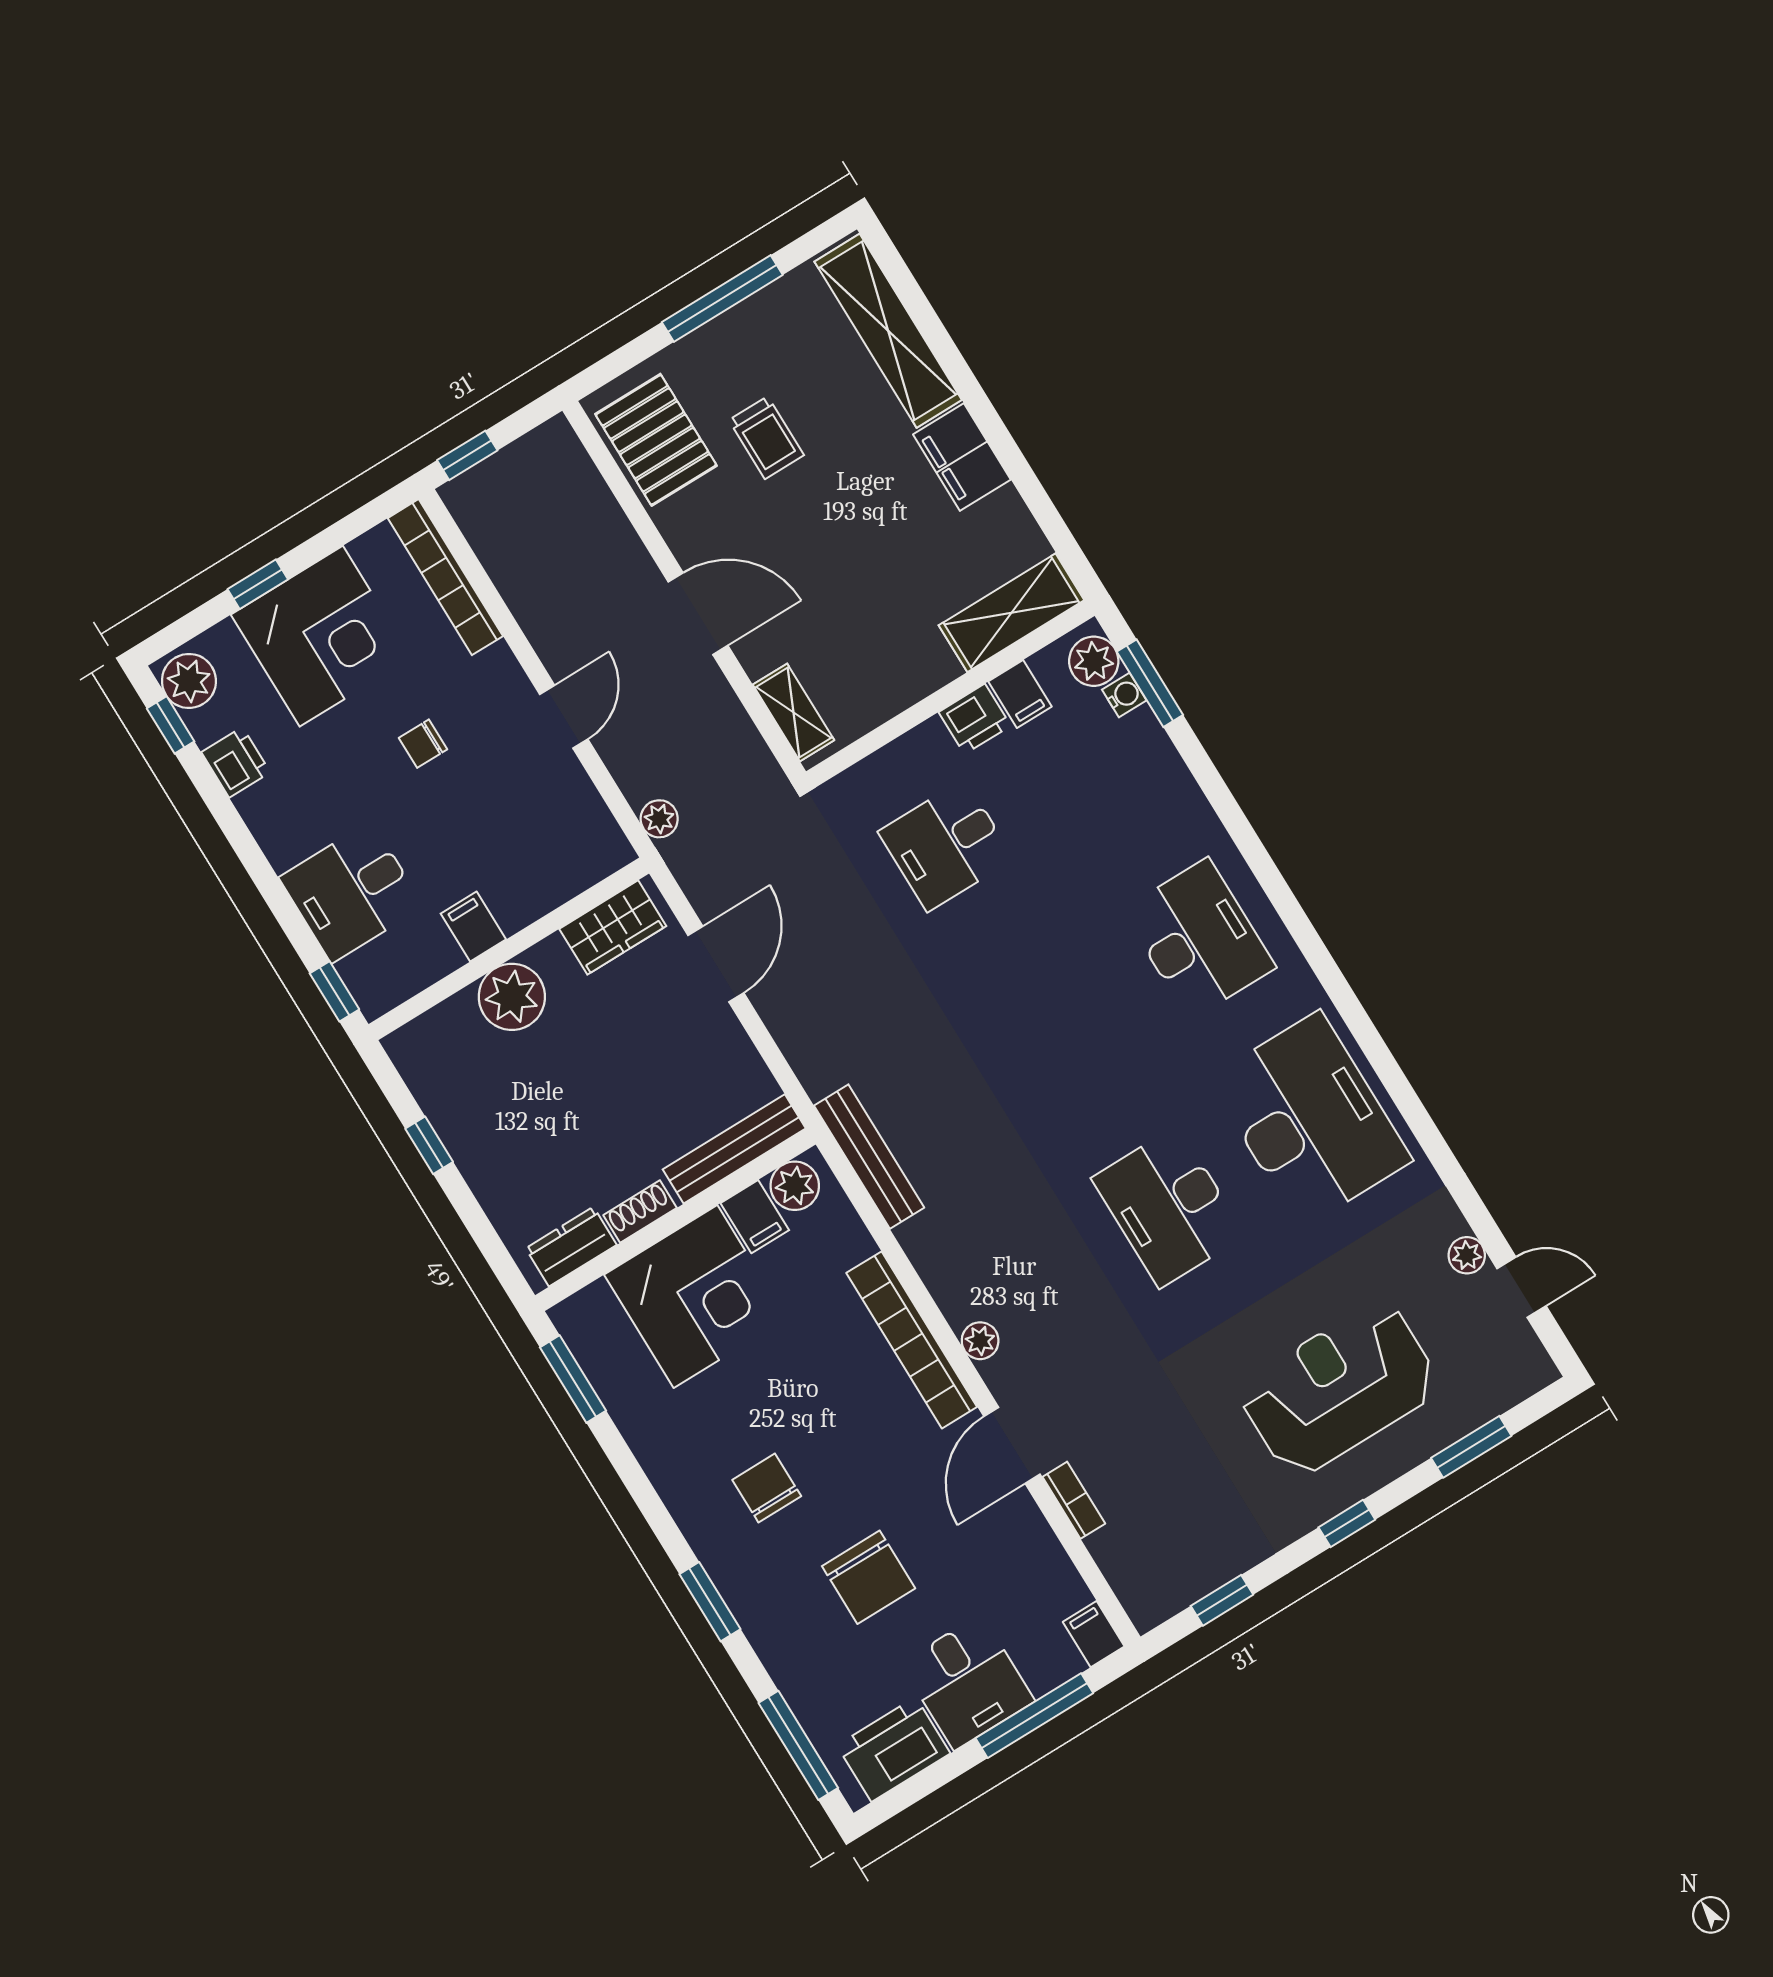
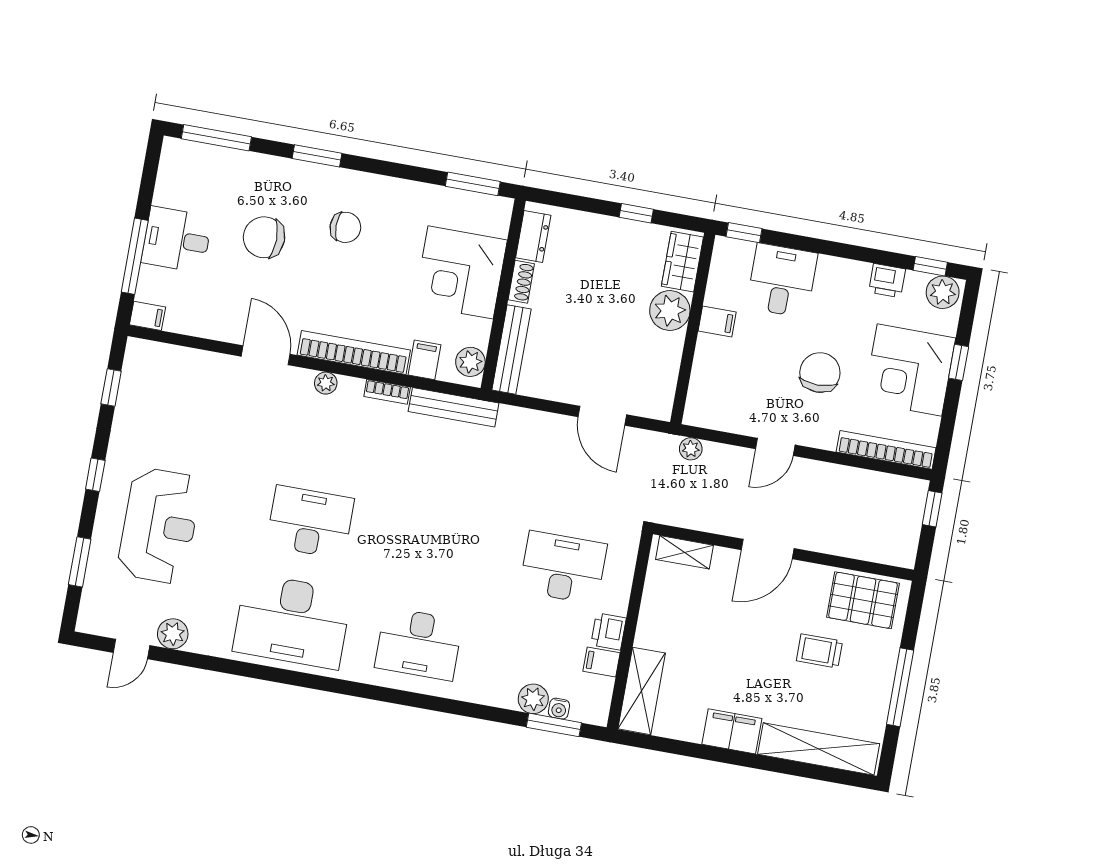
plant: (1094, 661) -> (533, 699), moved
door: (564, 717) -> (775, 447), hinge flipped
chair: (423, 744) -> (820, 373), width x1.87, depth x1.87
desk: (946, 845) -> (563, 568), width x1.37
wardrobe: (613, 927) -> (682, 262), moved
filing cabinet: (755, 1217) -> (424, 360), moved, turned 90
plant: (1467, 1255) -> (173, 634), width x1.38, depth x1.38
bookcase: (1074, 1500) -> (387, 392), moved
printer: (894, 1749) -> (176, 179), removed

